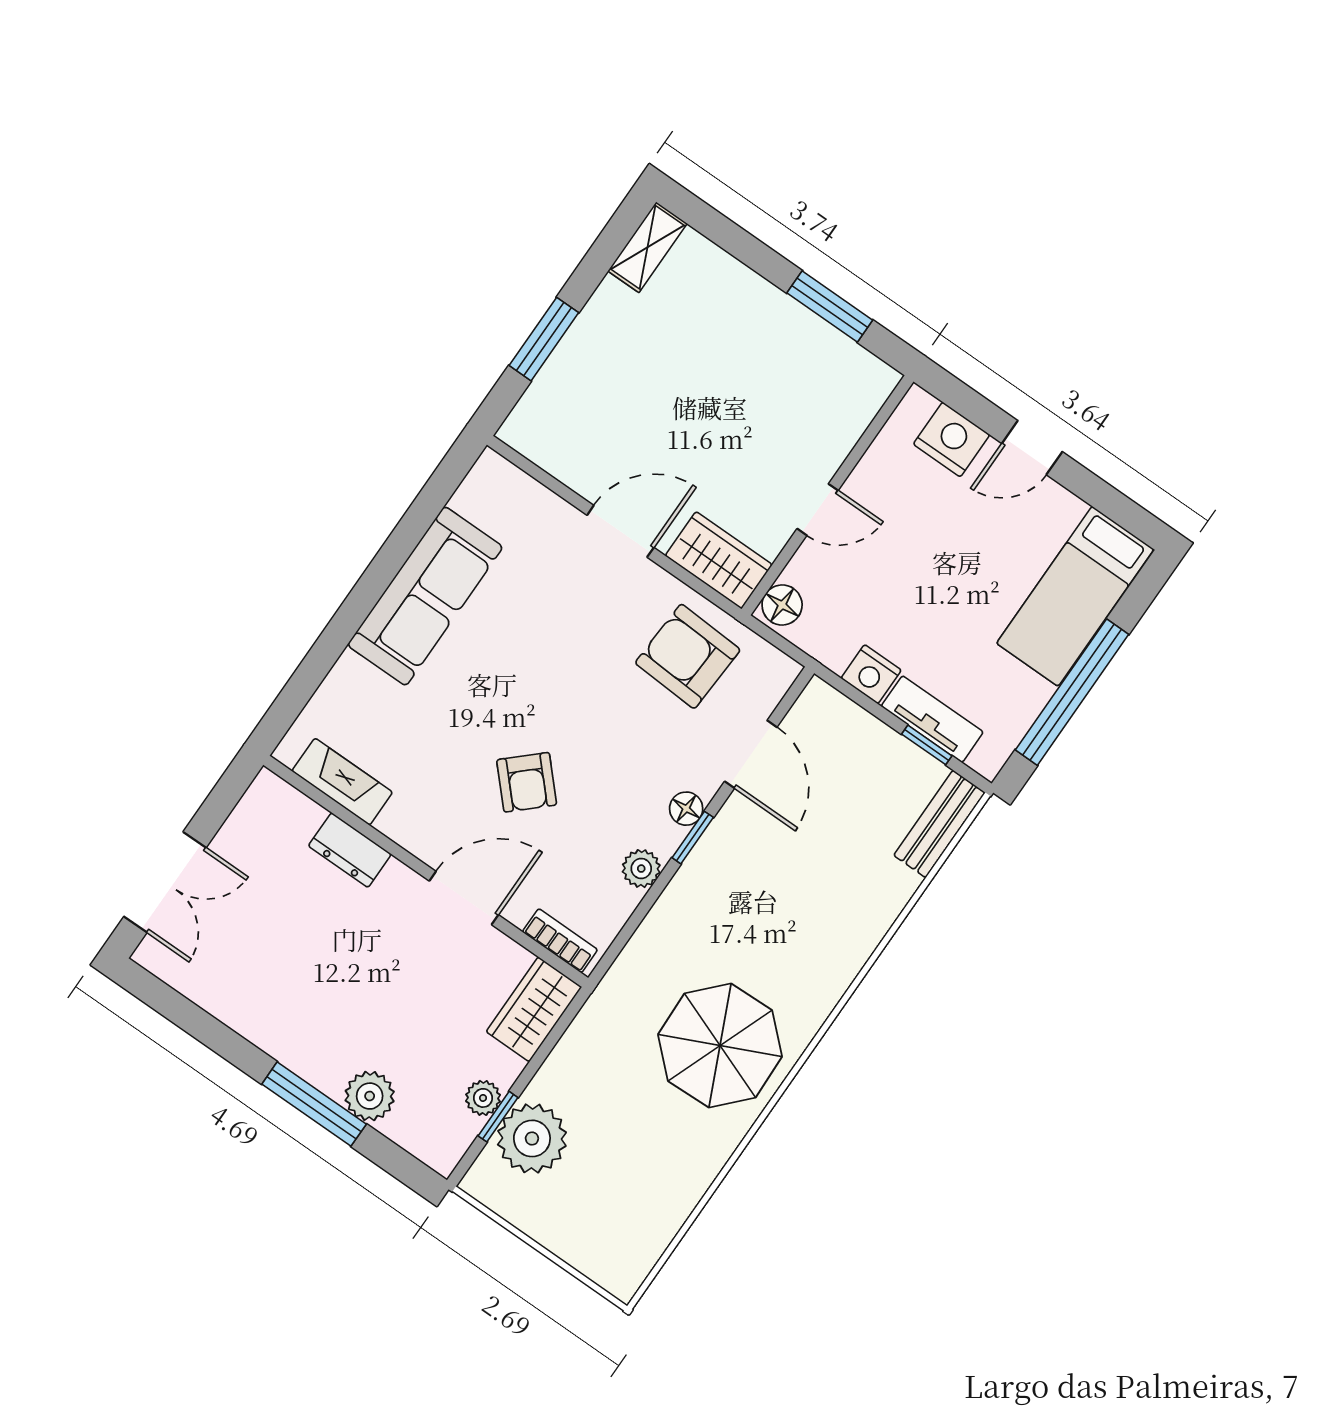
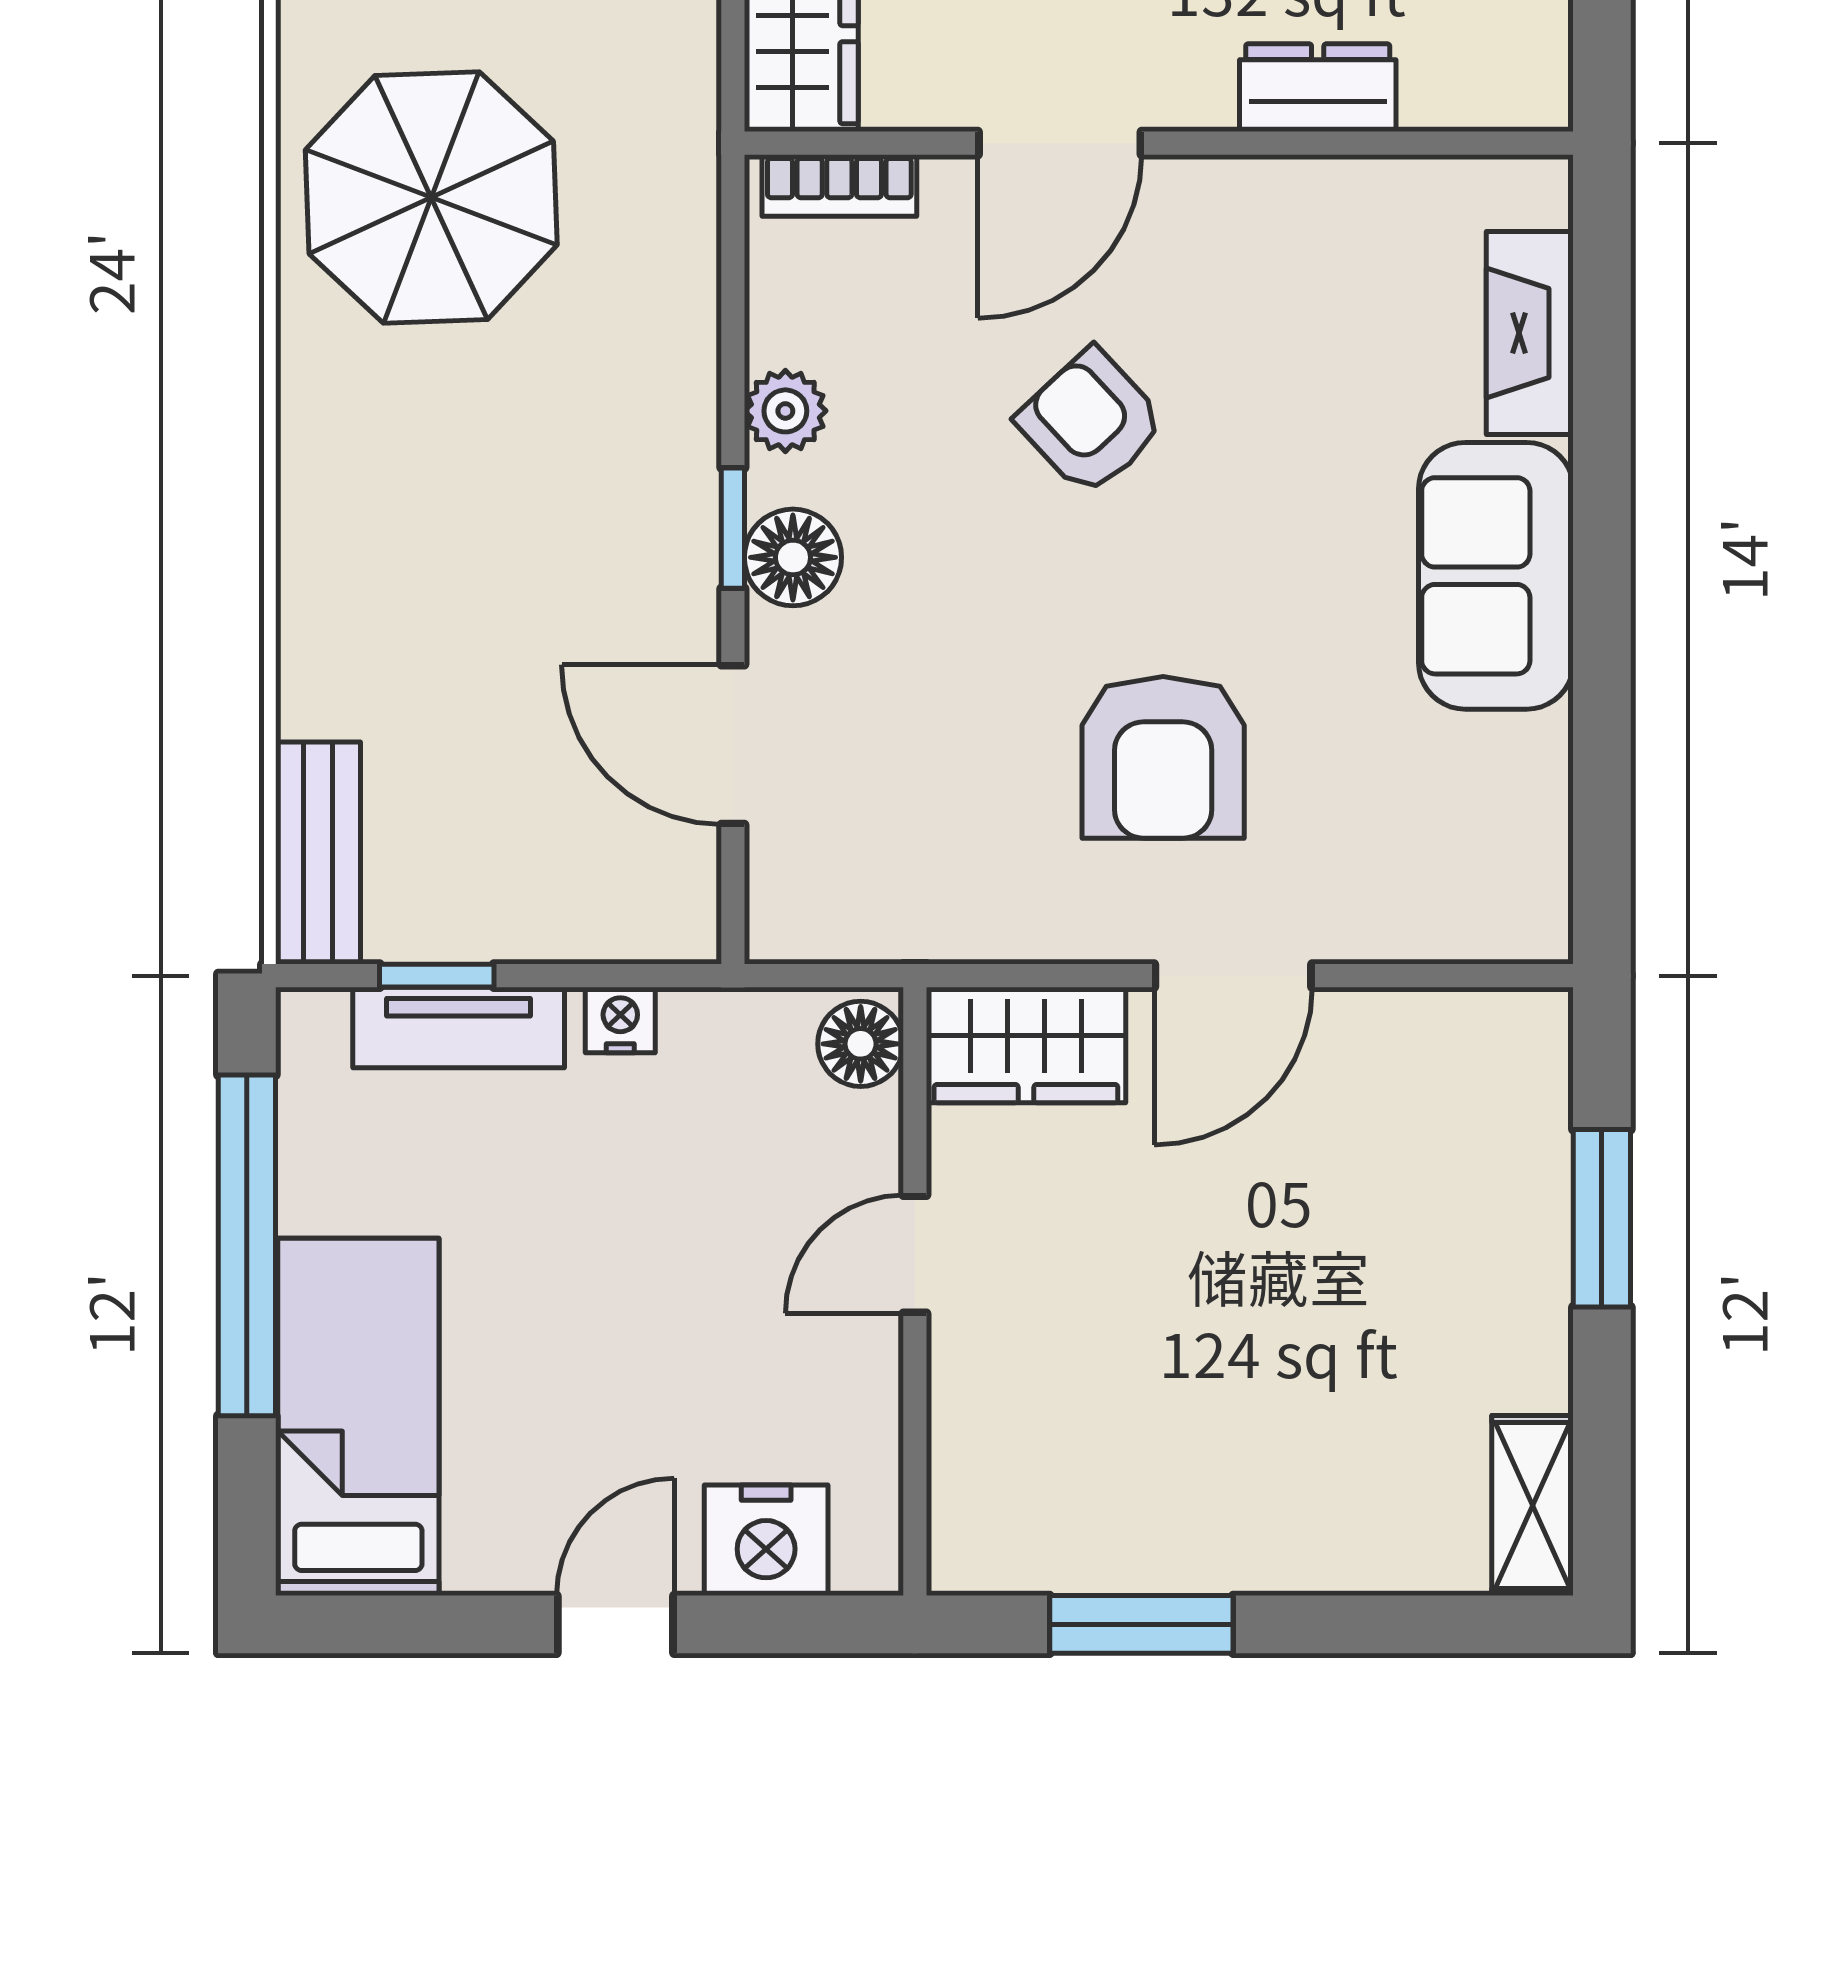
sofa: (425, 596) -> (1496, 576), width x0.73
armchair: (688, 656) -> (1163, 757), moved, turned 87
nightstand: (871, 674) -> (620, 1020), width x0.72, depth x0.74
fireplace: (342, 782) -> (1530, 333), moved, turned 90
floor lamp: (686, 809) -> (793, 557), width x1.37, depth x1.37

